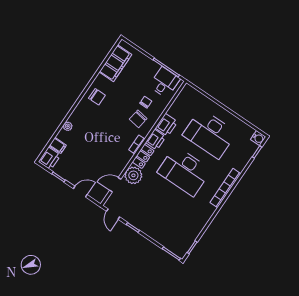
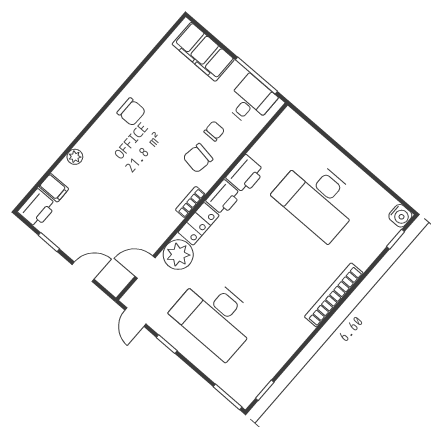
filing cabinet: (115, 63) -> (203, 52), moved, turned 90
desk: (184, 171) -> (215, 317), moved

